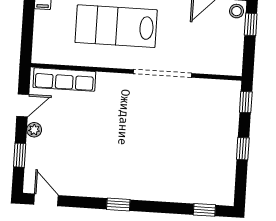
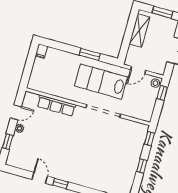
lab bench: (116, 26) -> (101, 82), moved
row of seats: (64, 80) -> (56, 106), moved
door: (46, 200) -> (40, 178), moved

